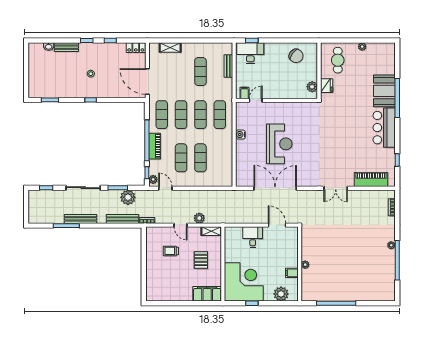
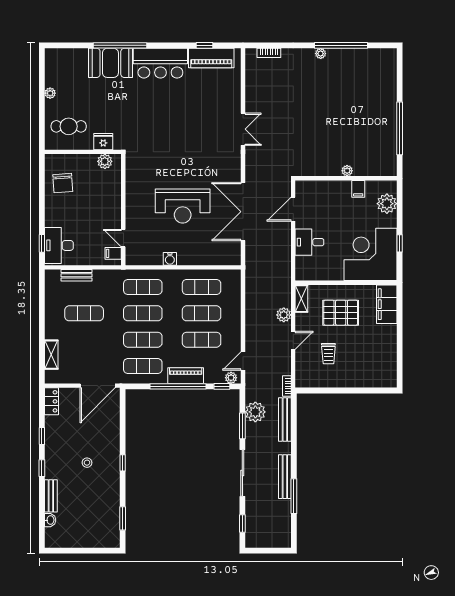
chair: (296, 56) -> (63, 183), turned 138
reception desk: (279, 144) -> (183, 206), turned 180
exercise mat: (220, 158) -> (202, 287), added
piano: (371, 179) -> (211, 58), moved, turned -90
pallet: (201, 260) -> (341, 313), width x1.50, depth x1.42

